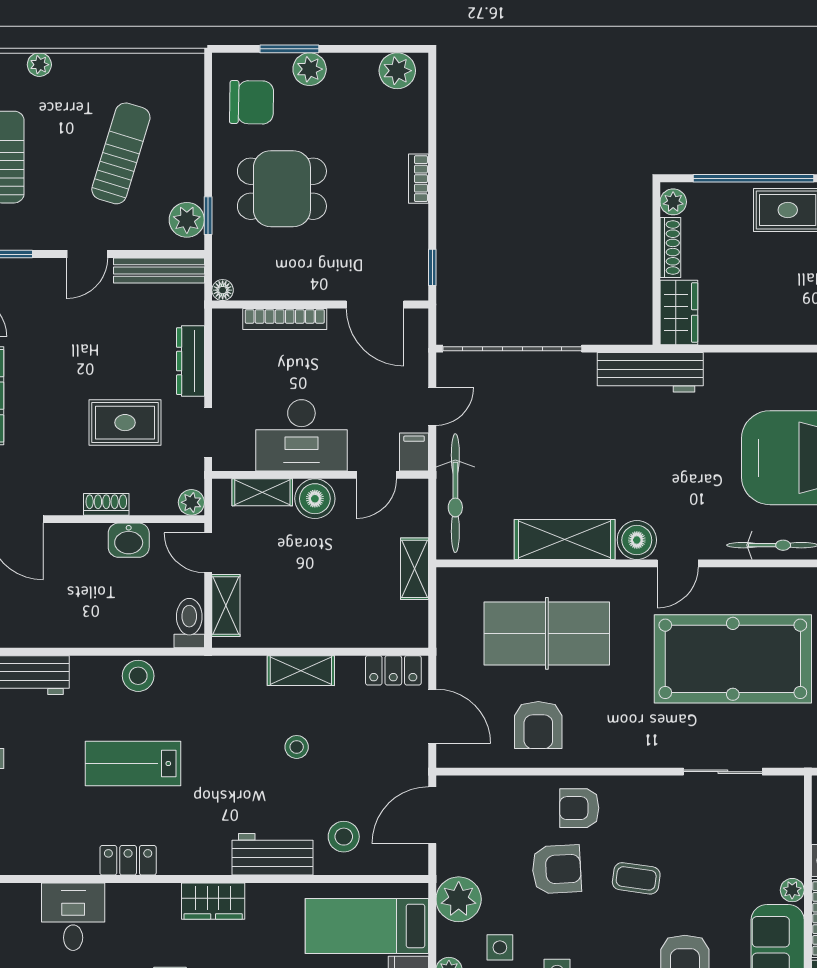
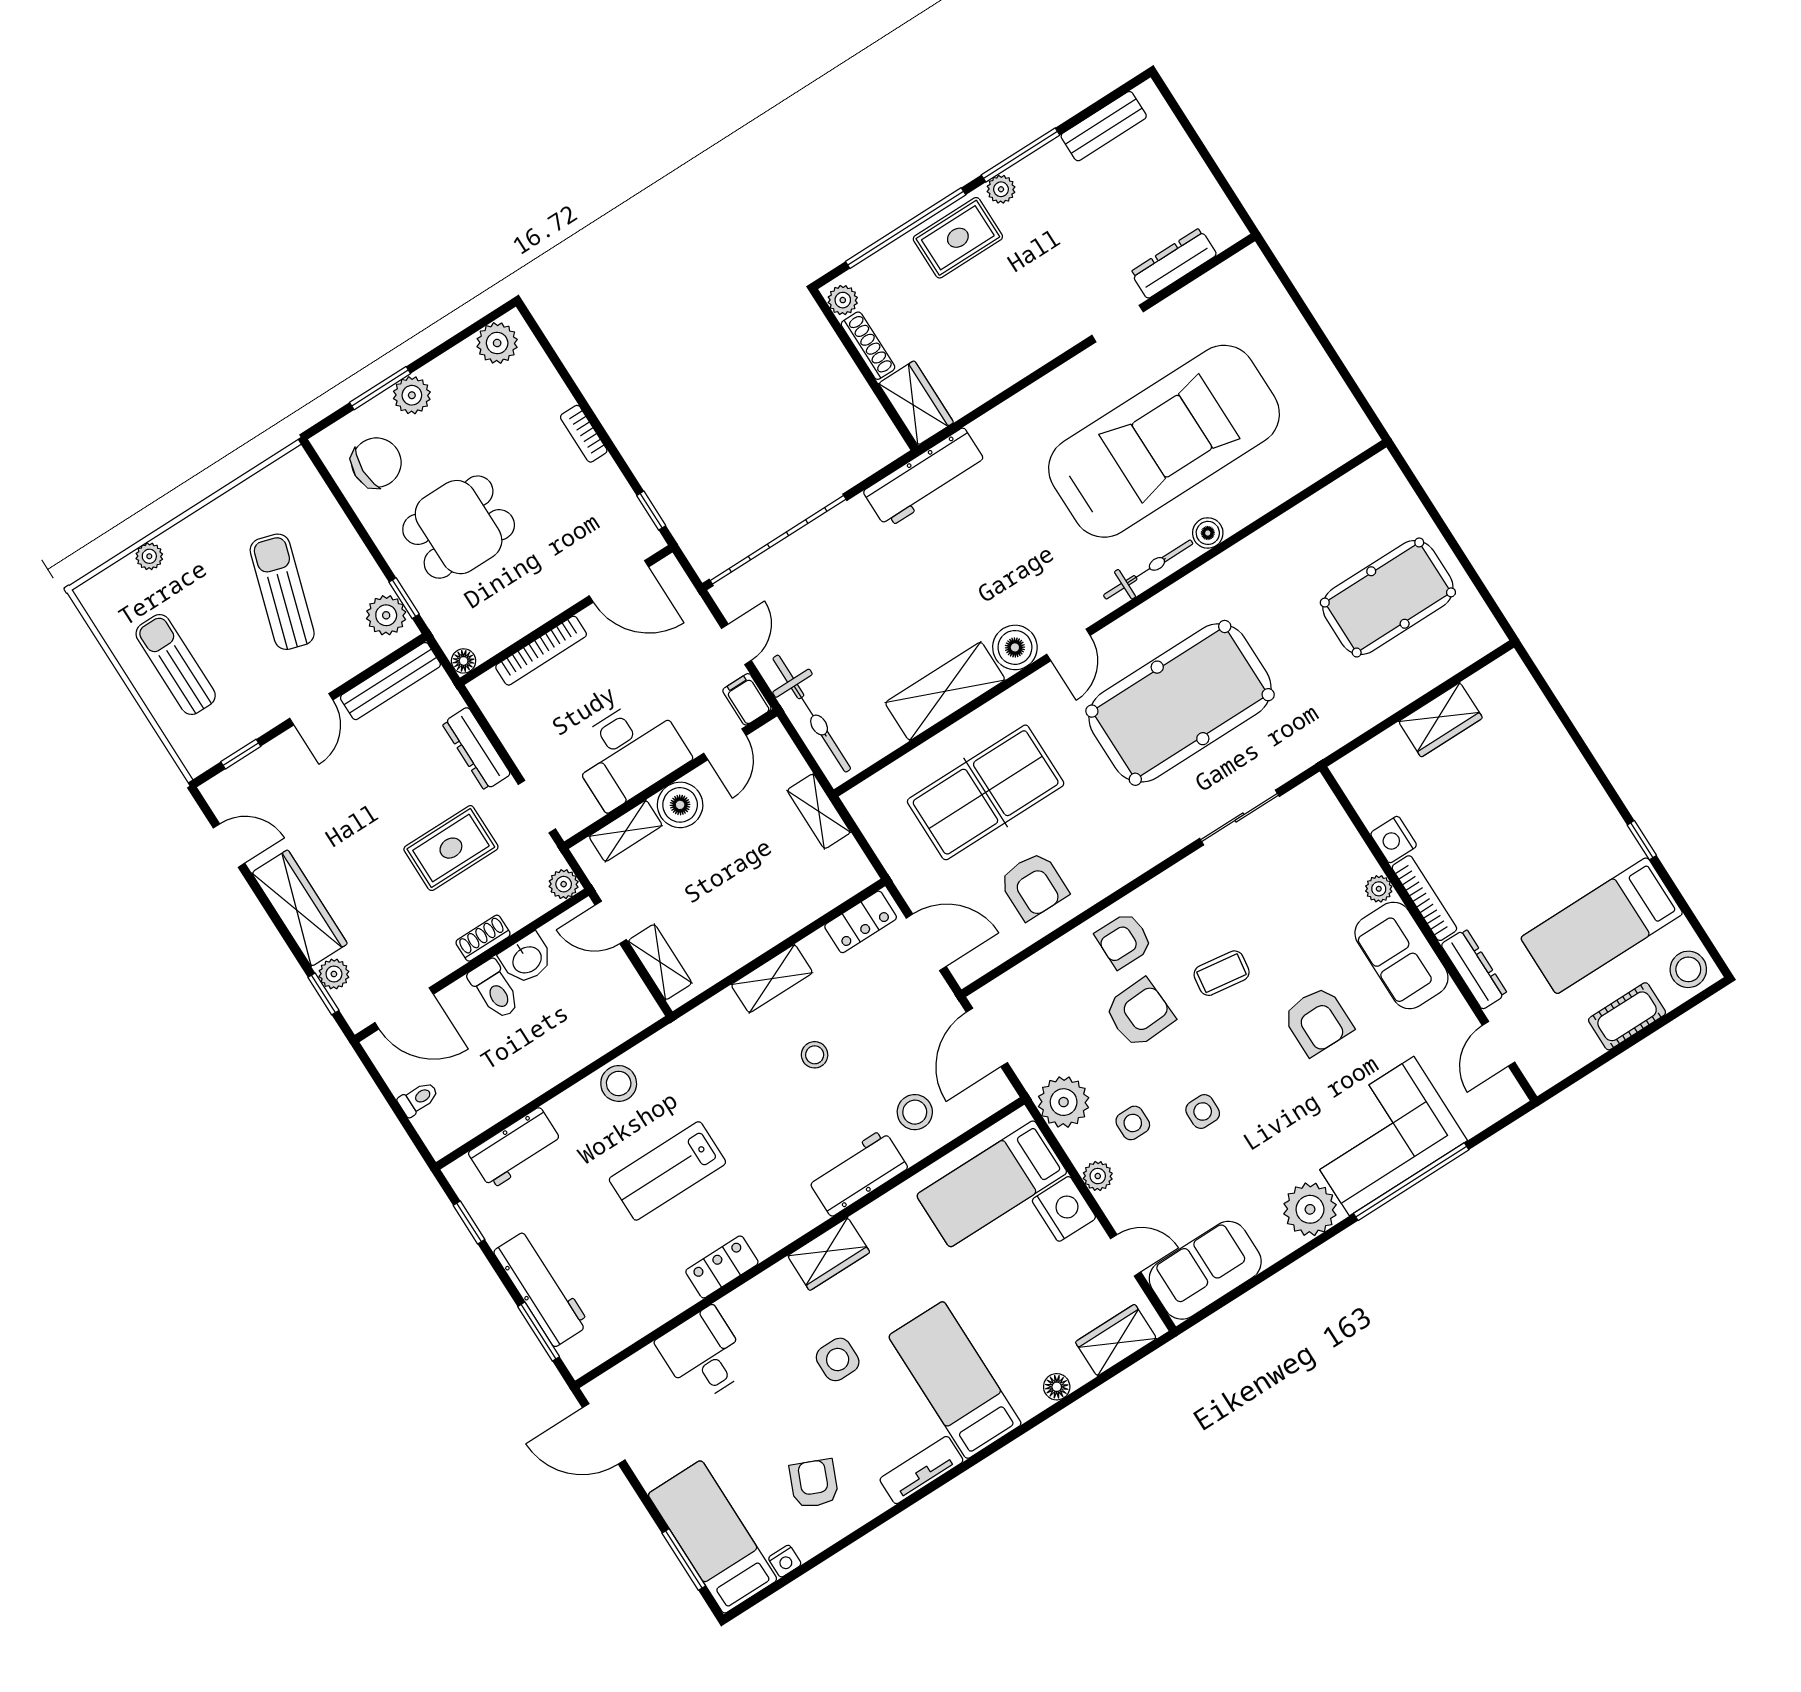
toilet: (189, 623) -> (495, 989), moved, turned 180

